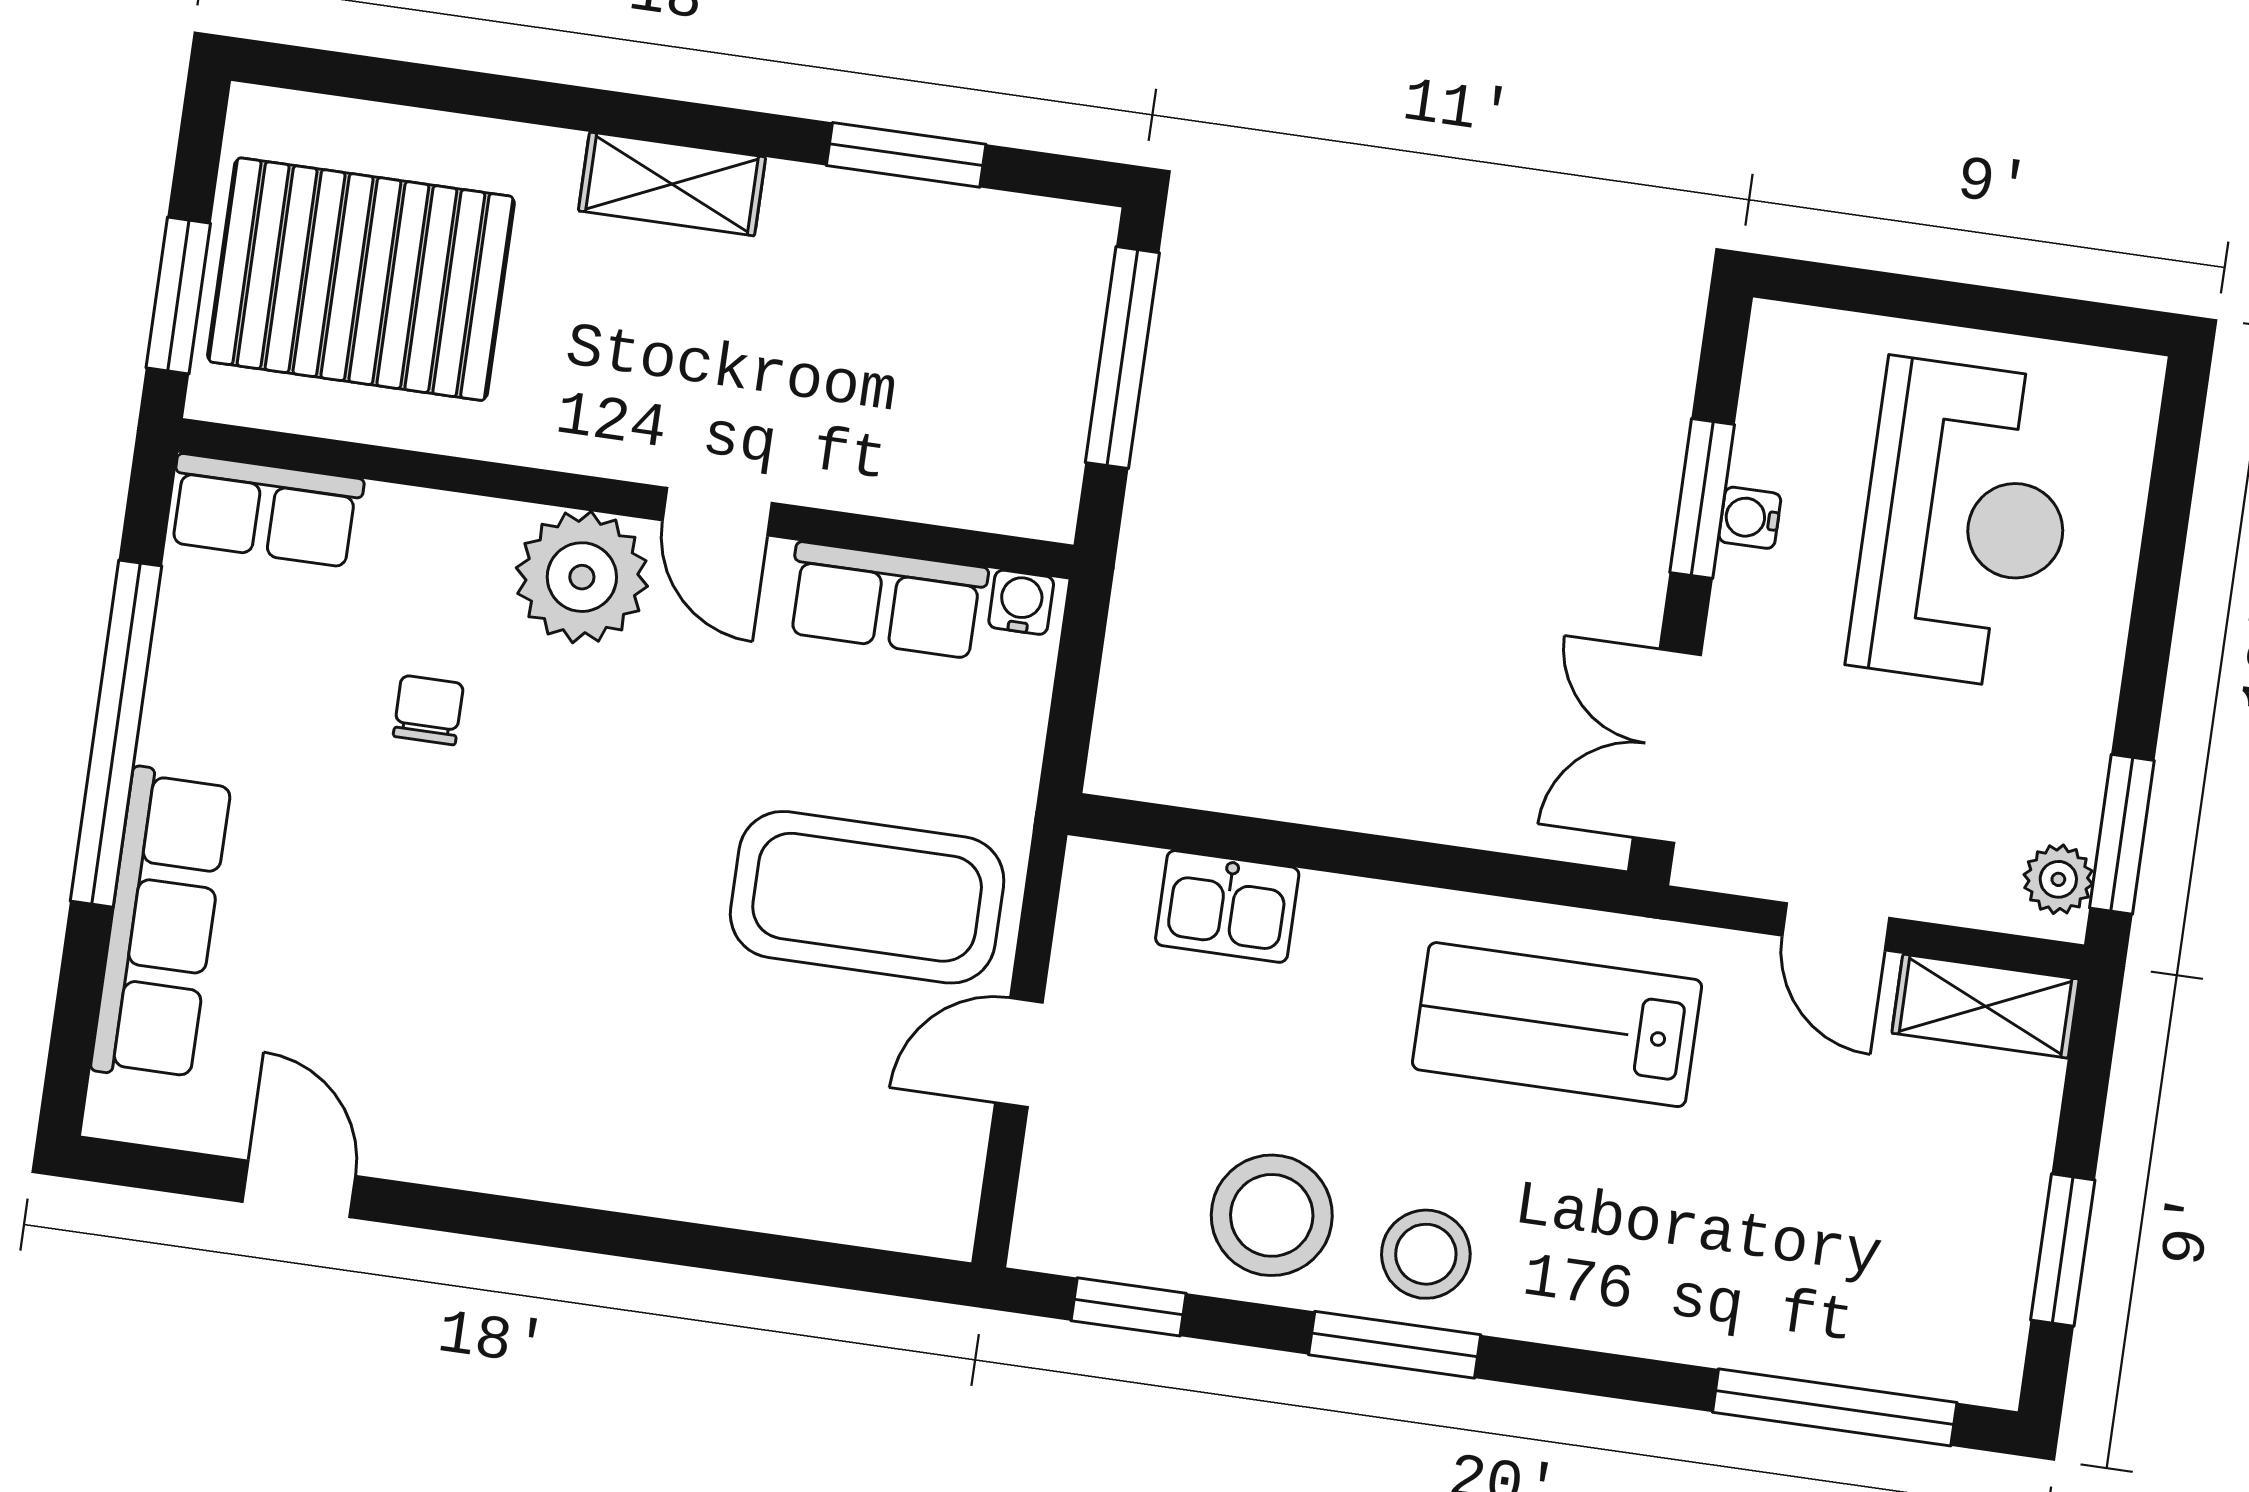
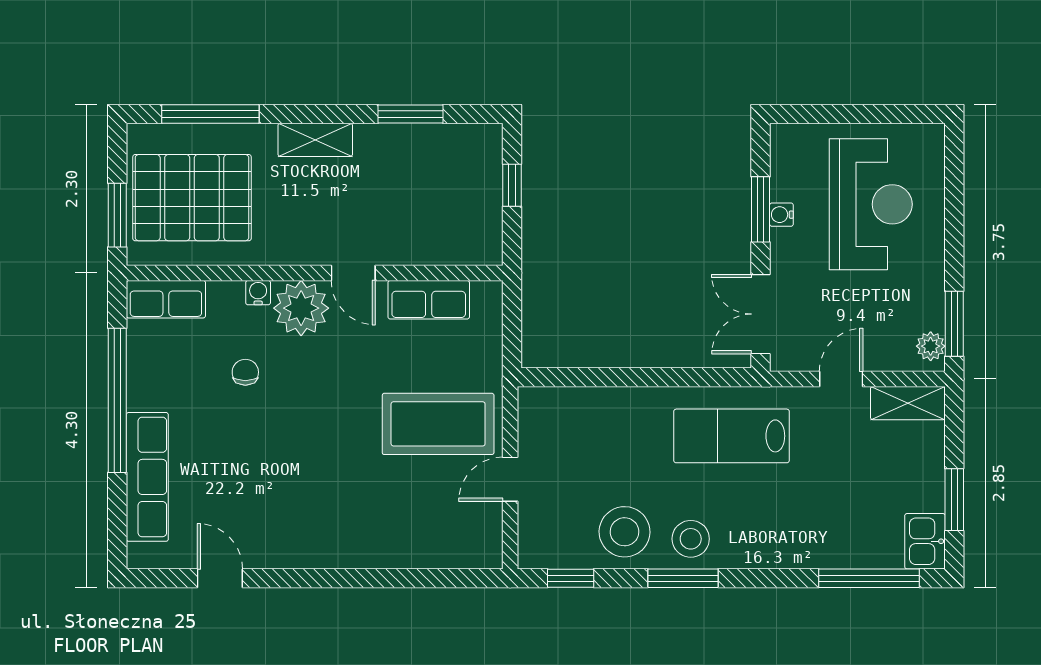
window: (433, 87) -> (210, 114), added
window: (1122, 358) -> (512, 185), width x0.46
water cooler: (1021, 602) -> (258, 293), moved
kitchen sink: (1227, 906) -> (925, 541), moved, turned 90
door: (1836, 927) -> (841, 379), swing flipped

